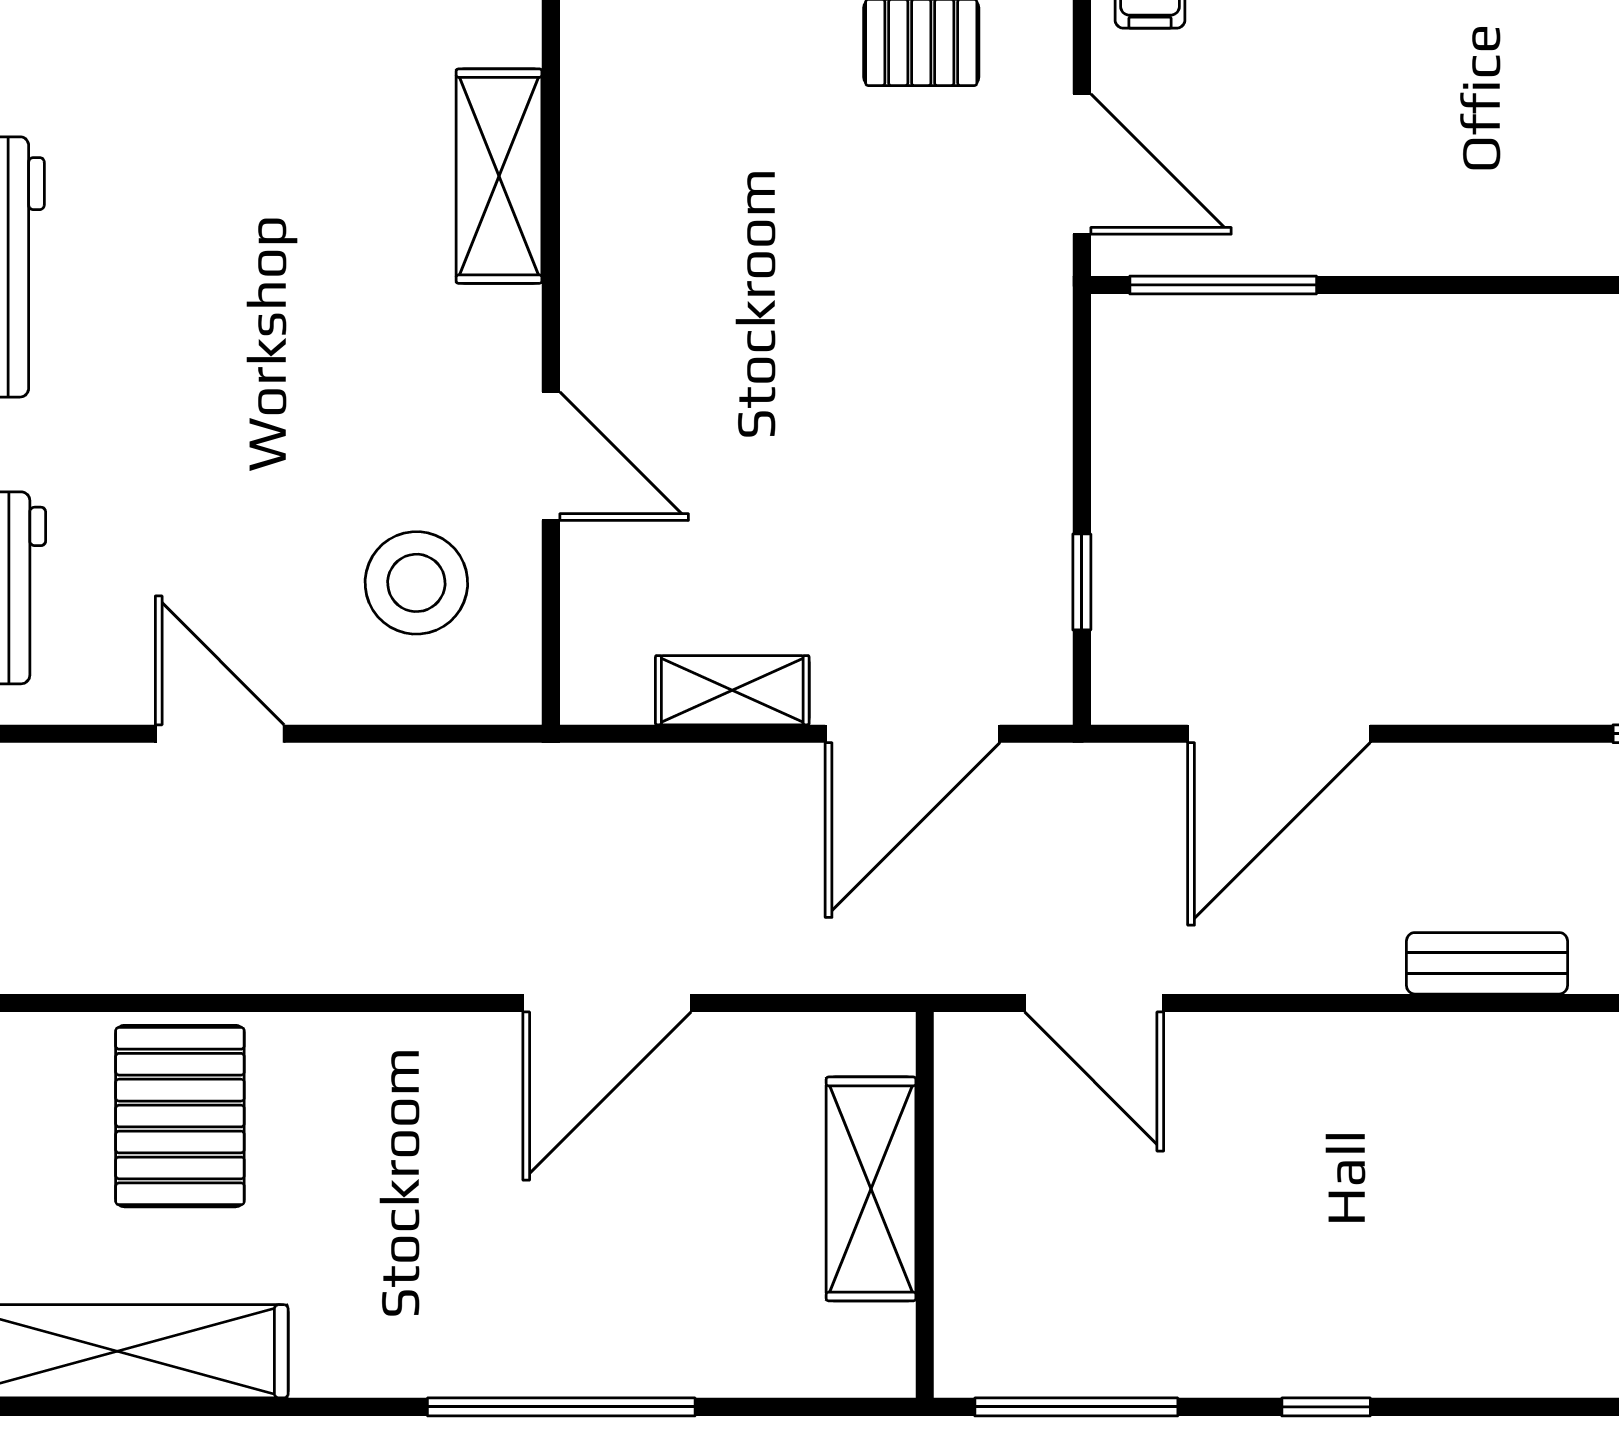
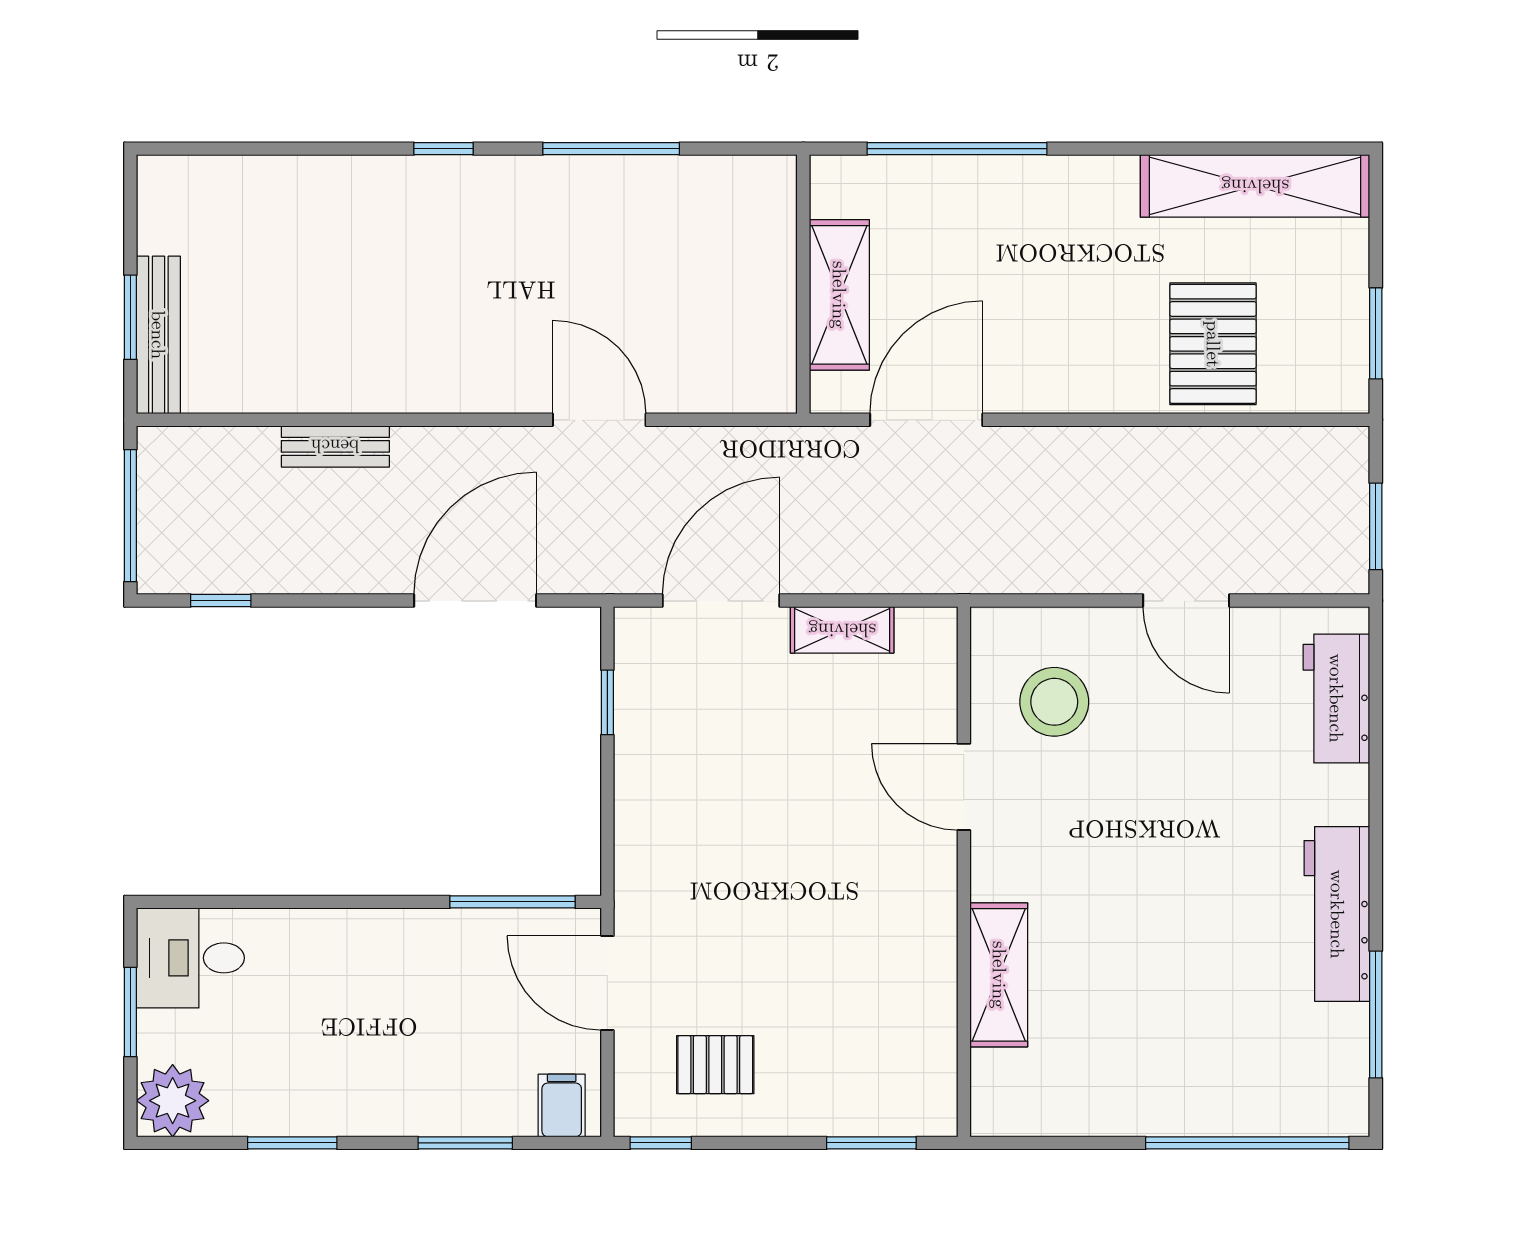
shelving: (871, 1189) -> (839, 295), moved
wall: (925, 1205) -> (803, 284), moved

